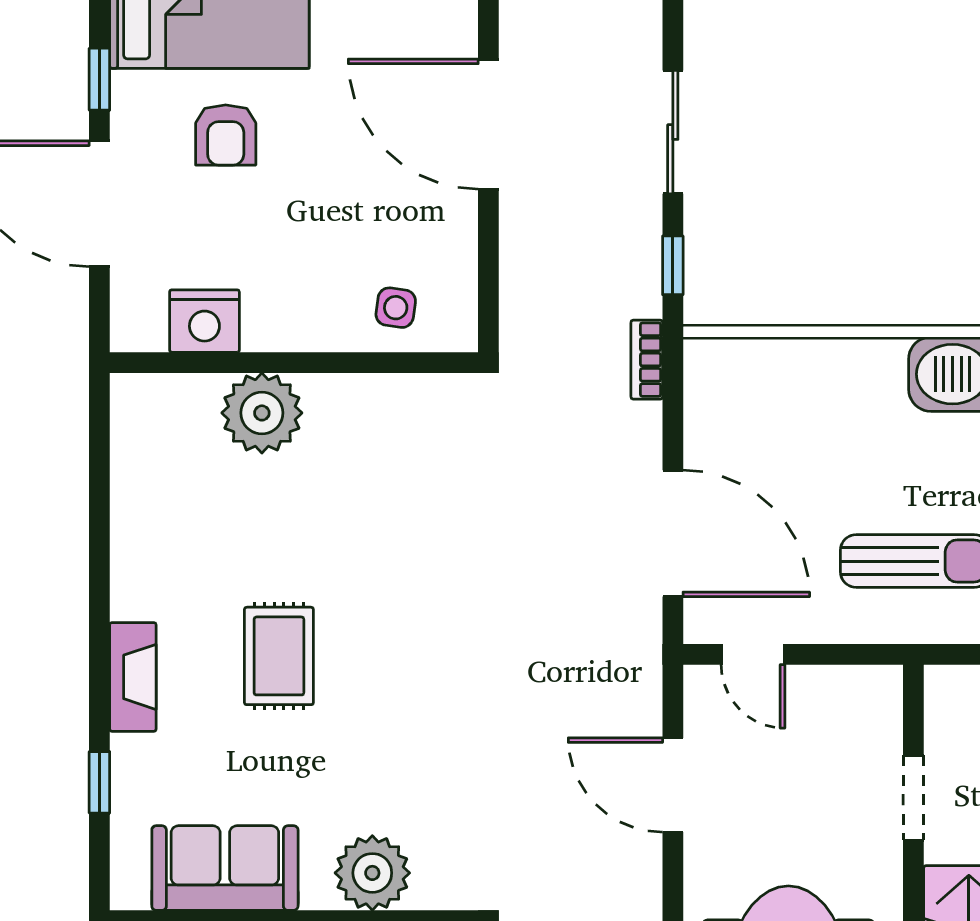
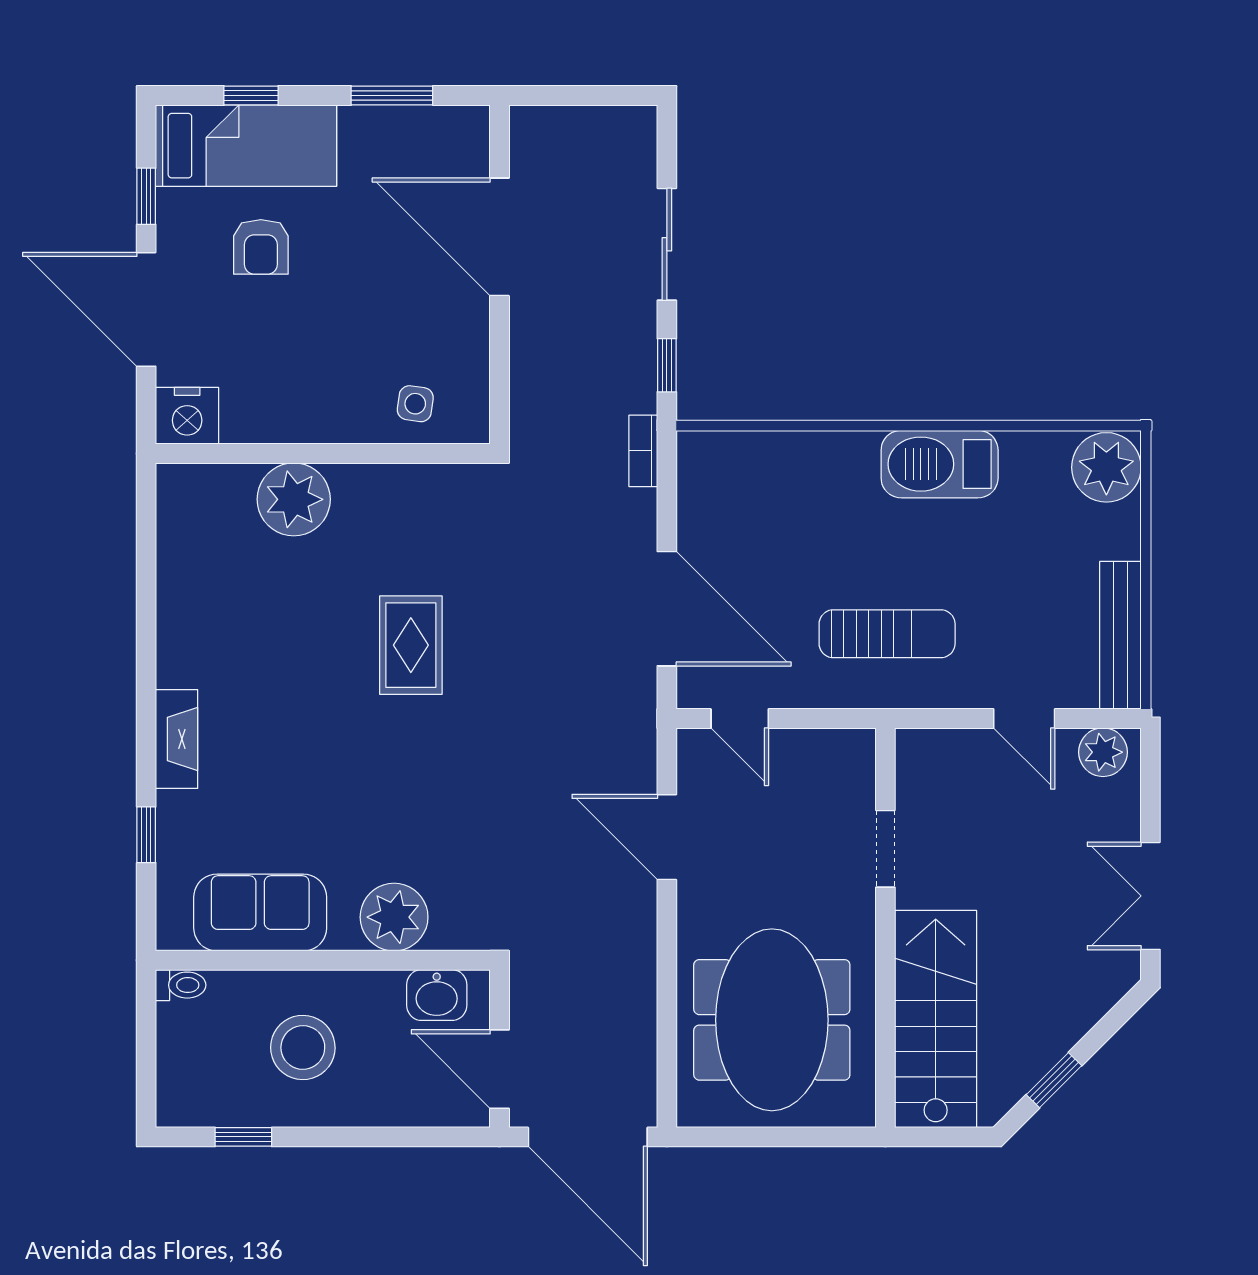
nightstand: (204, 321) -> (187, 416), moved
rug: (279, 656) -> (411, 645), moved

